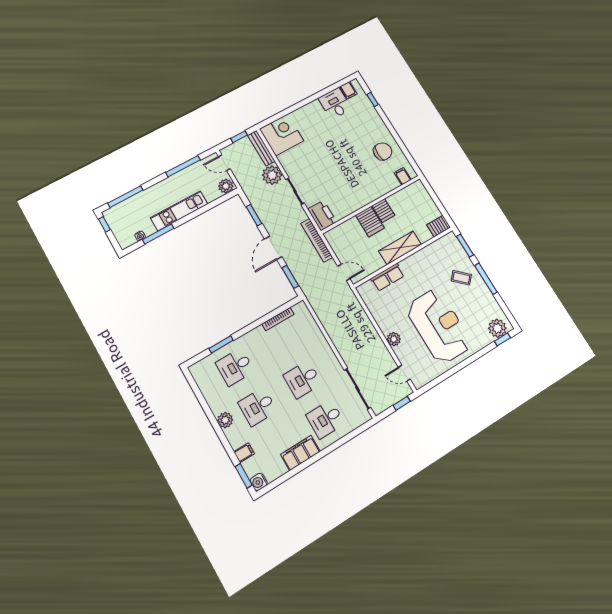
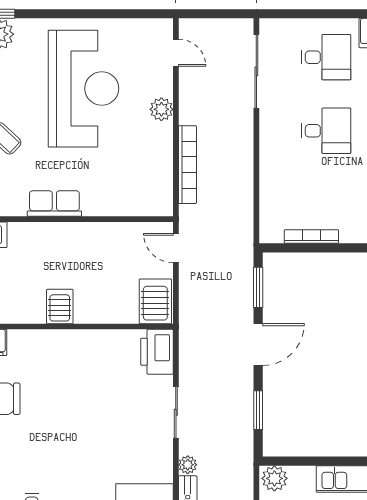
plant: (272, 175) -> (188, 465), width x0.53, depth x0.53
server rack: (370, 222) -> (155, 301), moved
bookcase: (317, 240) -> (187, 165), moved
shelving: (400, 248) -> (69, 236), removed
row of seats: (388, 277) -> (54, 204), moved
reception desk: (439, 326) -> (83, 89), turned 180
window: (402, 403) -> (205, 14), removed

